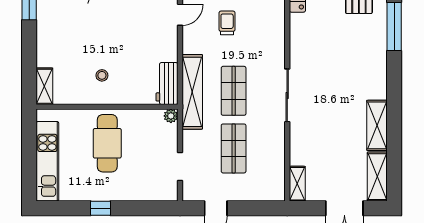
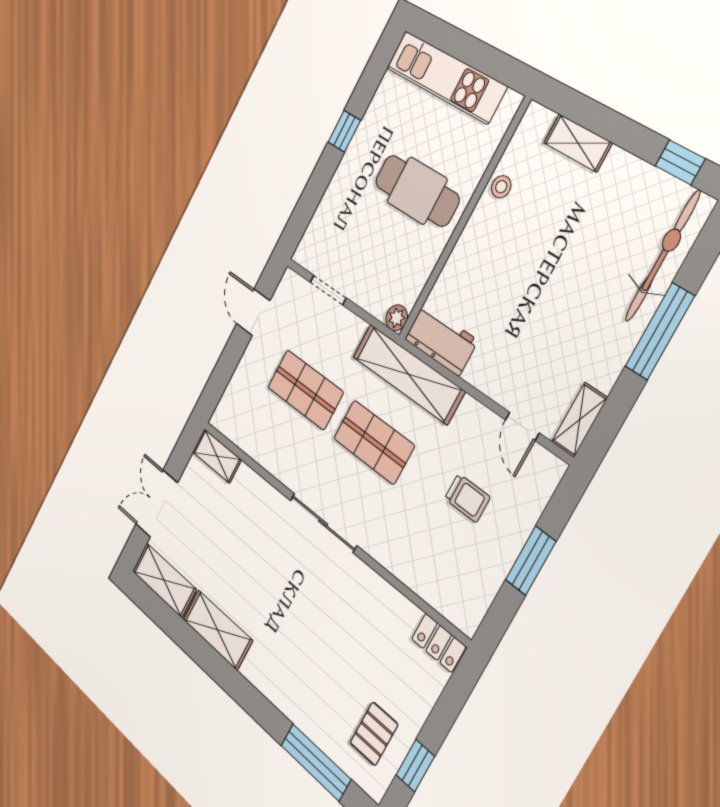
stool: (102, 75) -> (501, 187), moved
shelving: (44, 86) -> (578, 143), moved

